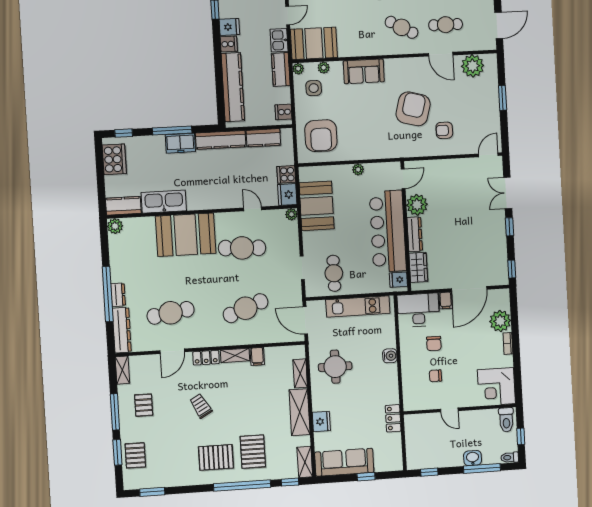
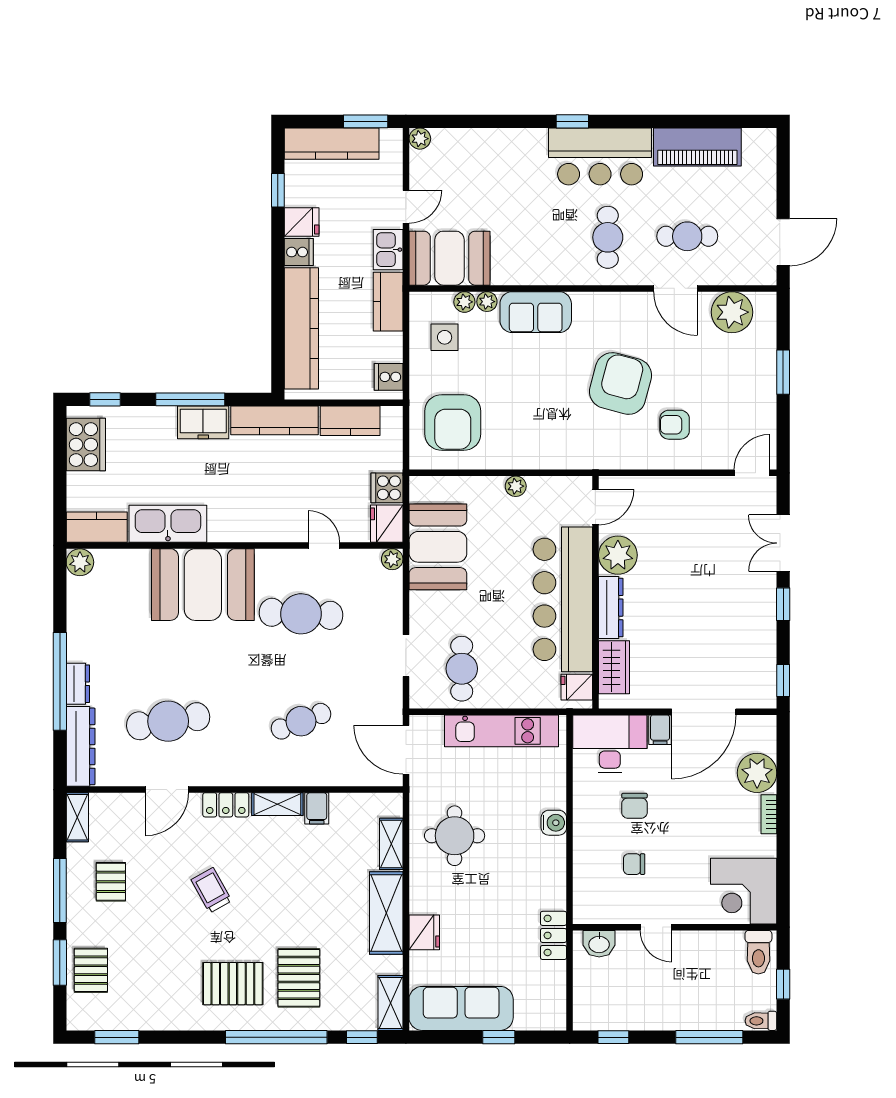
cafe table: (402, 27) -> (608, 237), turned 61
plant: (298, 69) -> (487, 302), moved
cafe table: (246, 308) -> (301, 721), width x0.73, depth x0.74
washbasin: (473, 458) -> (599, 944), moved, turned 180

